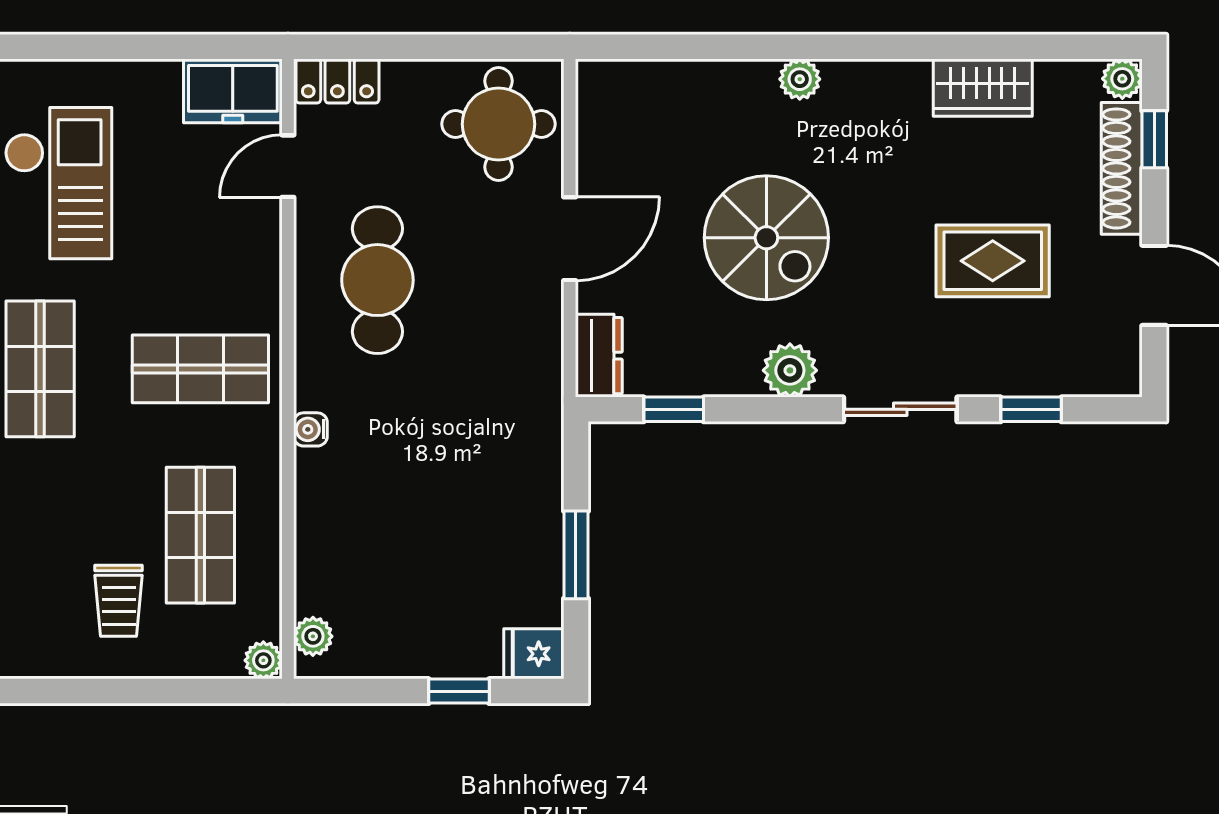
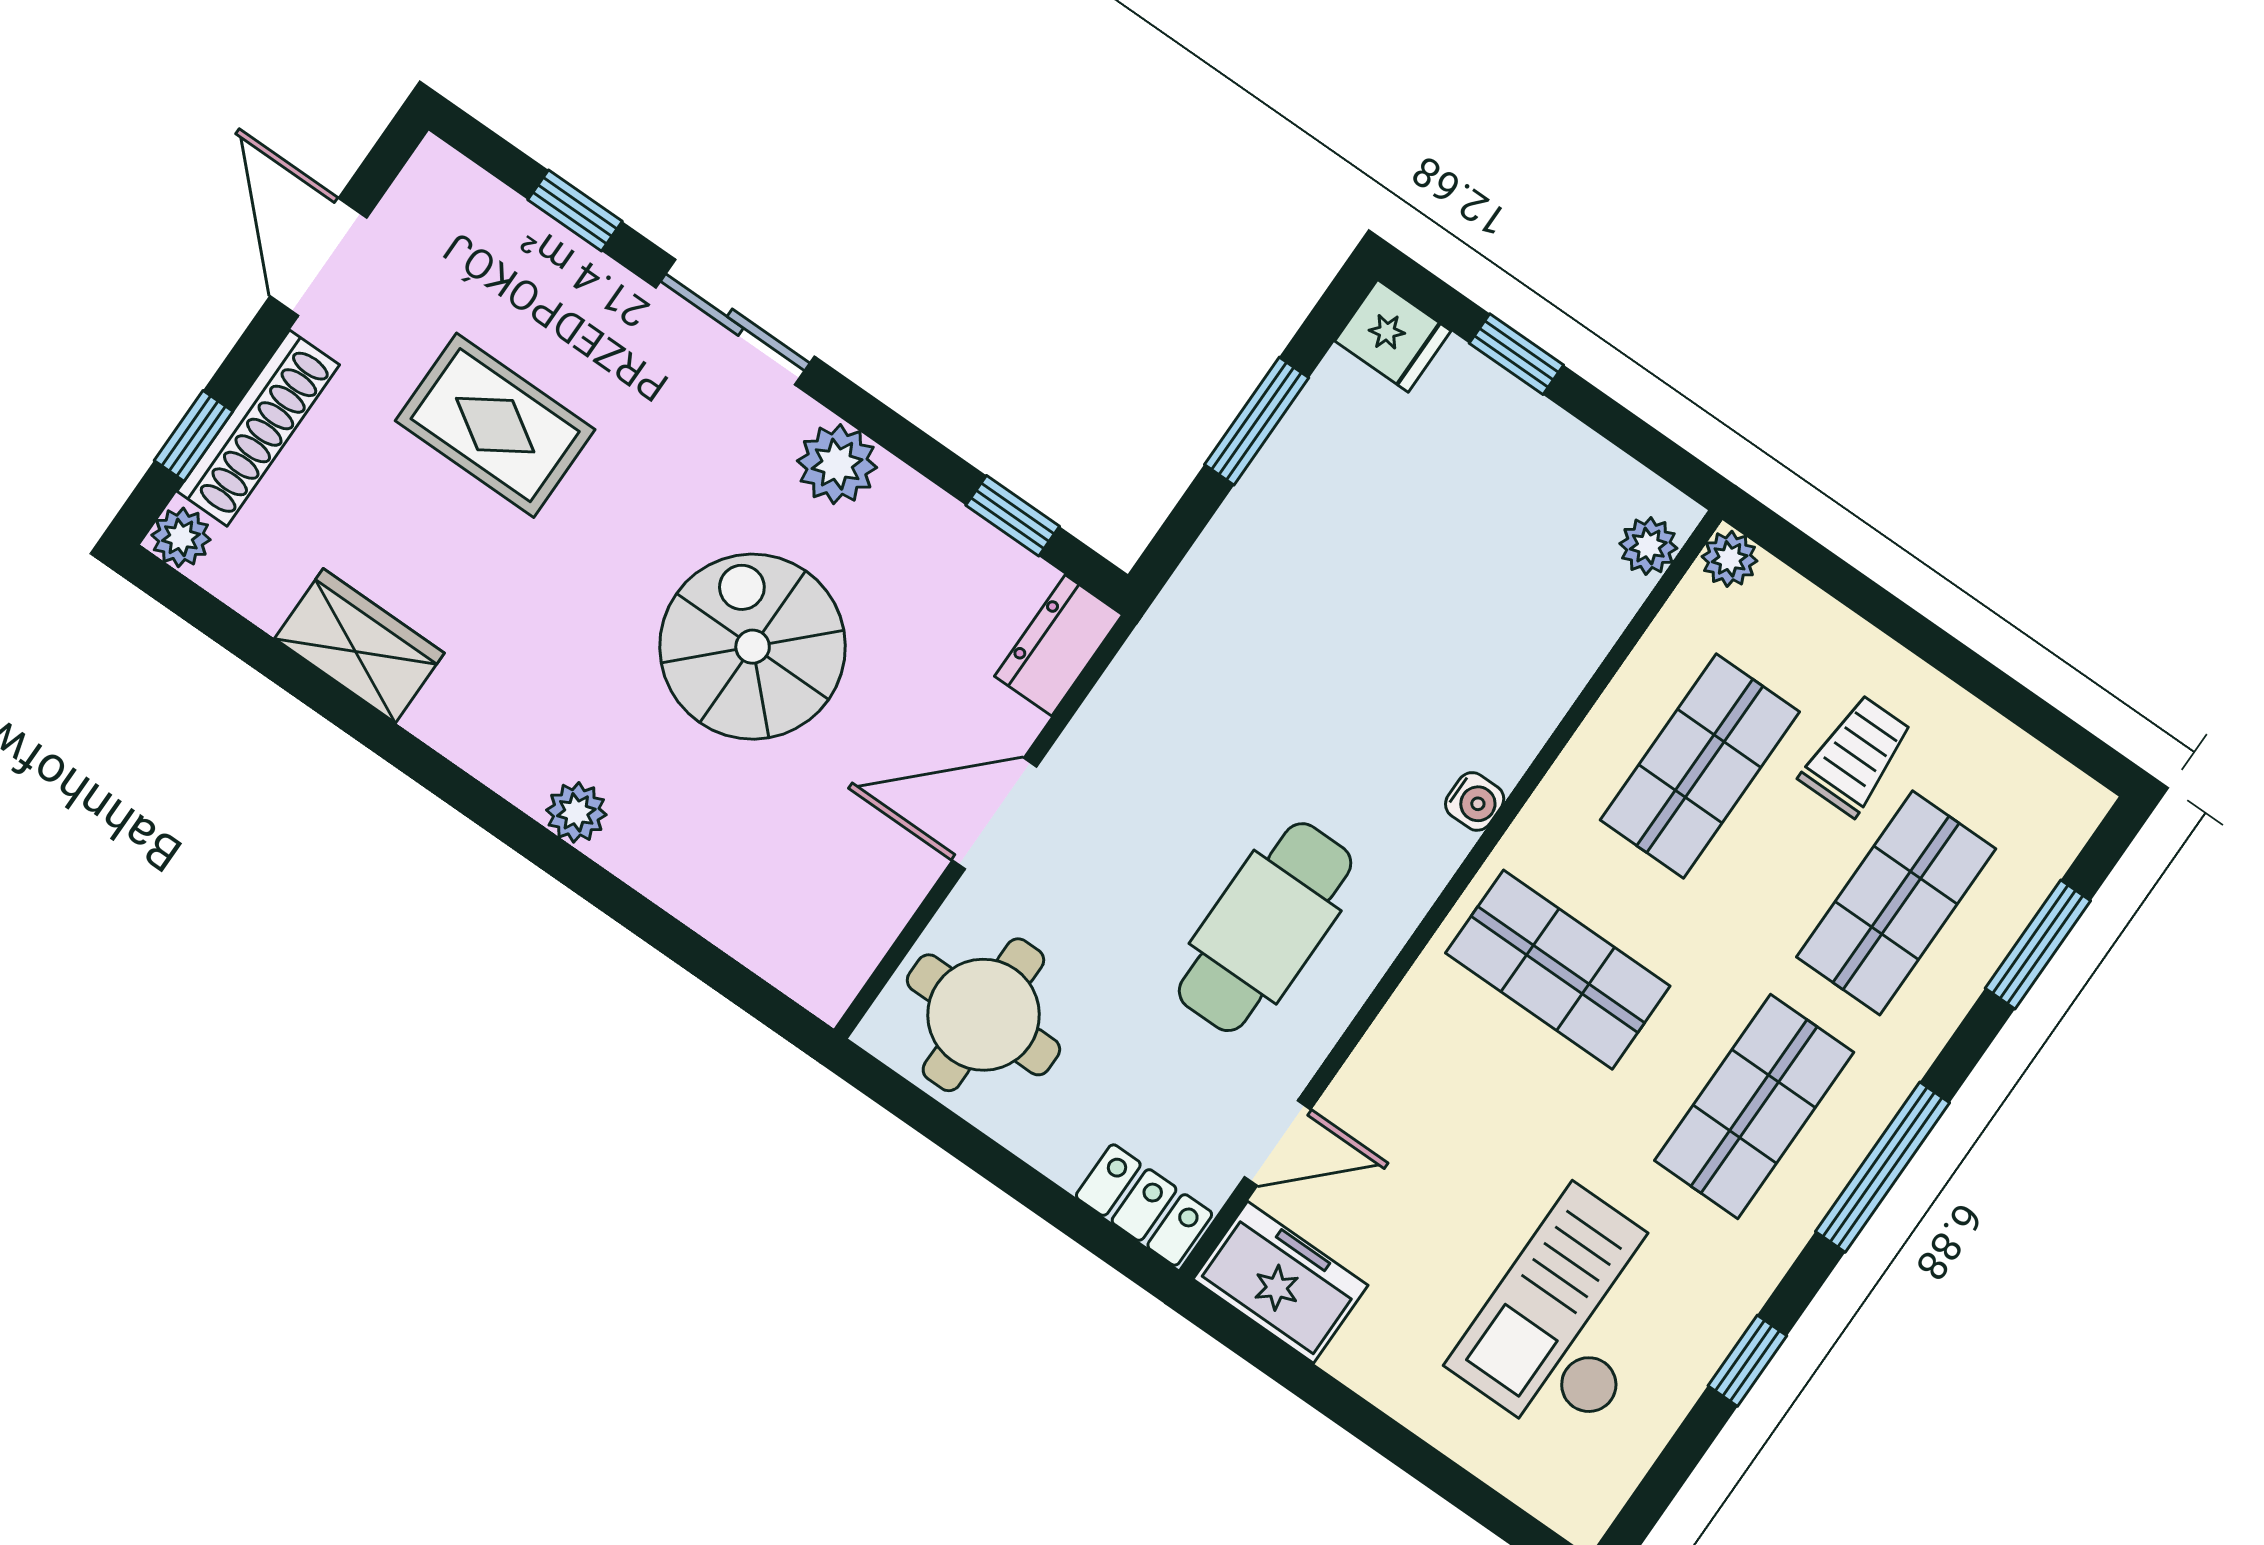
shop shelf: (40, 535) -> (1896, 903), added

